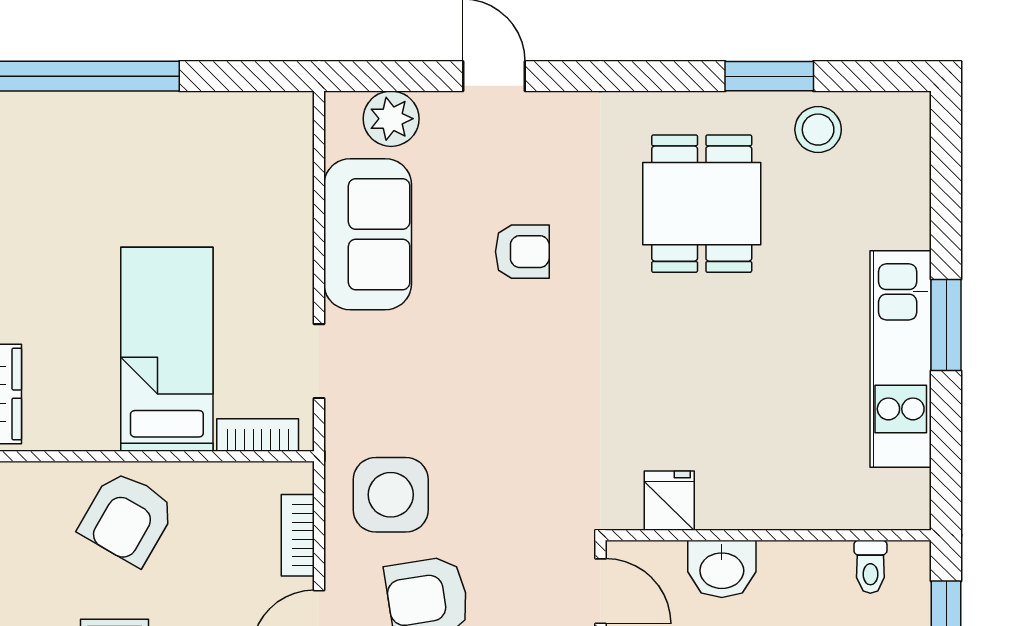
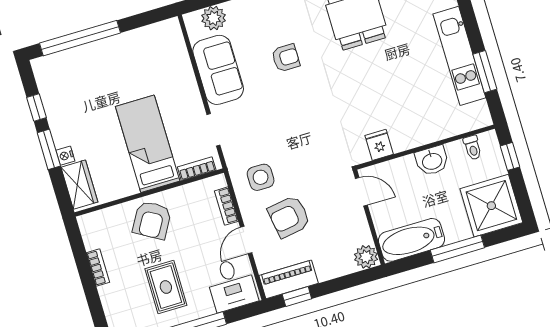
window: (946, 325) -> (485, 72), moved
side table: (391, 495) -> (261, 177), width x0.73, depth x0.73
washbasin: (722, 569) -> (432, 161), moved

